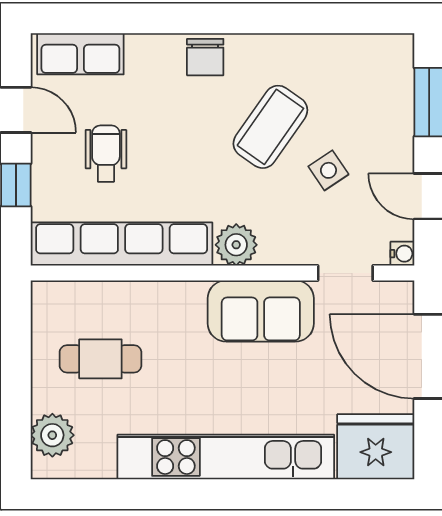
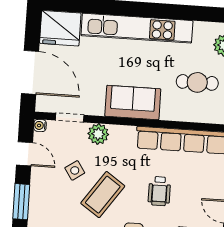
wheelchair: (106, 154) -> (159, 191), moved
plant: (236, 245) -> (98, 134), moved
sofa: (261, 311) -> (133, 103), moved

